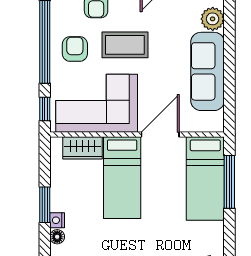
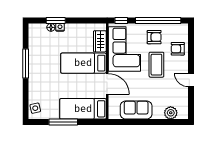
sofa: (208, 71) -> (136, 110), width x0.73
window: (229, 182) -> (63, 122), moved
window: (45, 205) -> (56, 21), moved

